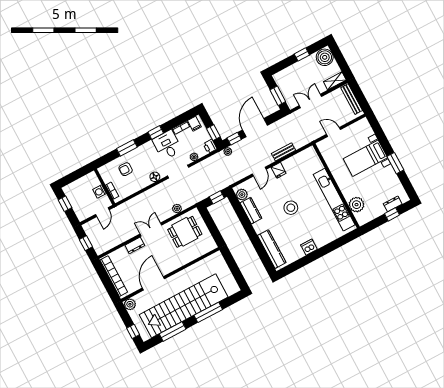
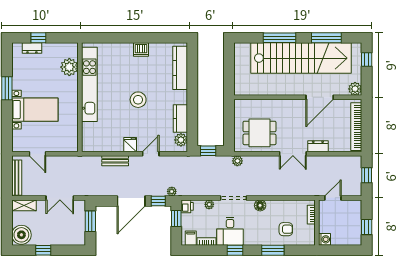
door: (333, 132) -> (37, 154), moved
washing machine: (100, 191) -> (325, 239), moved
plant: (177, 209) -> (237, 161), moved

